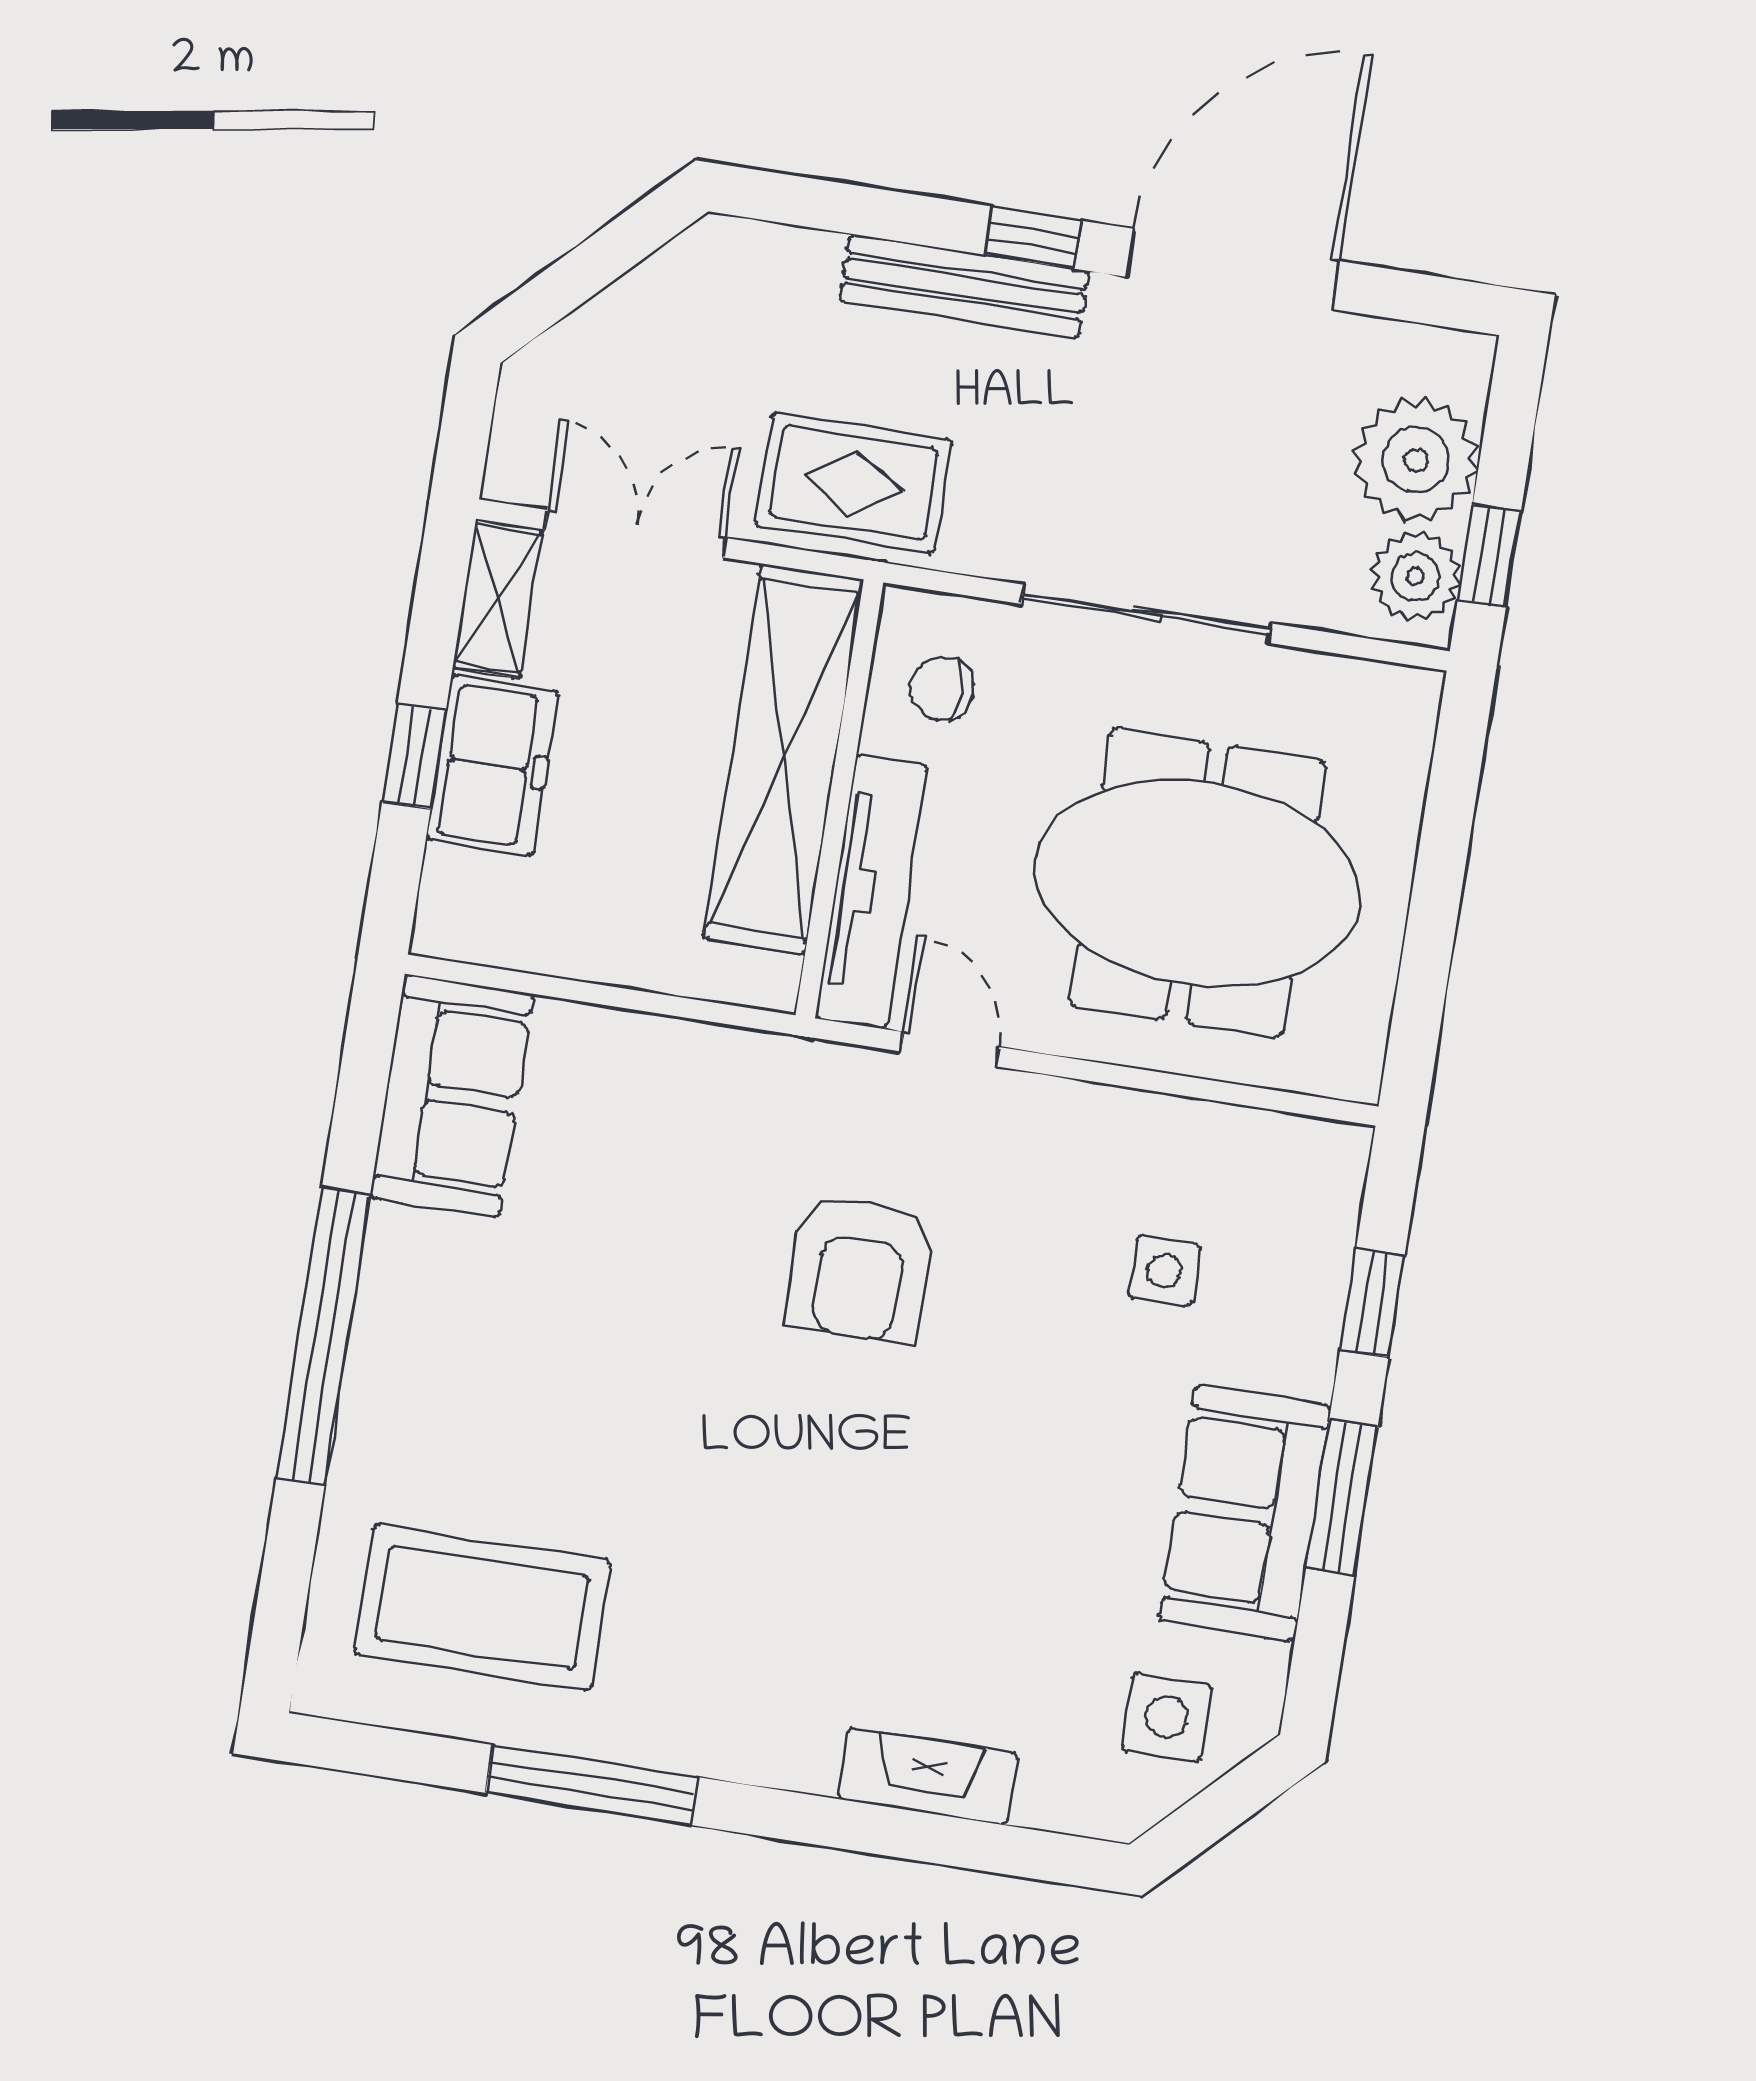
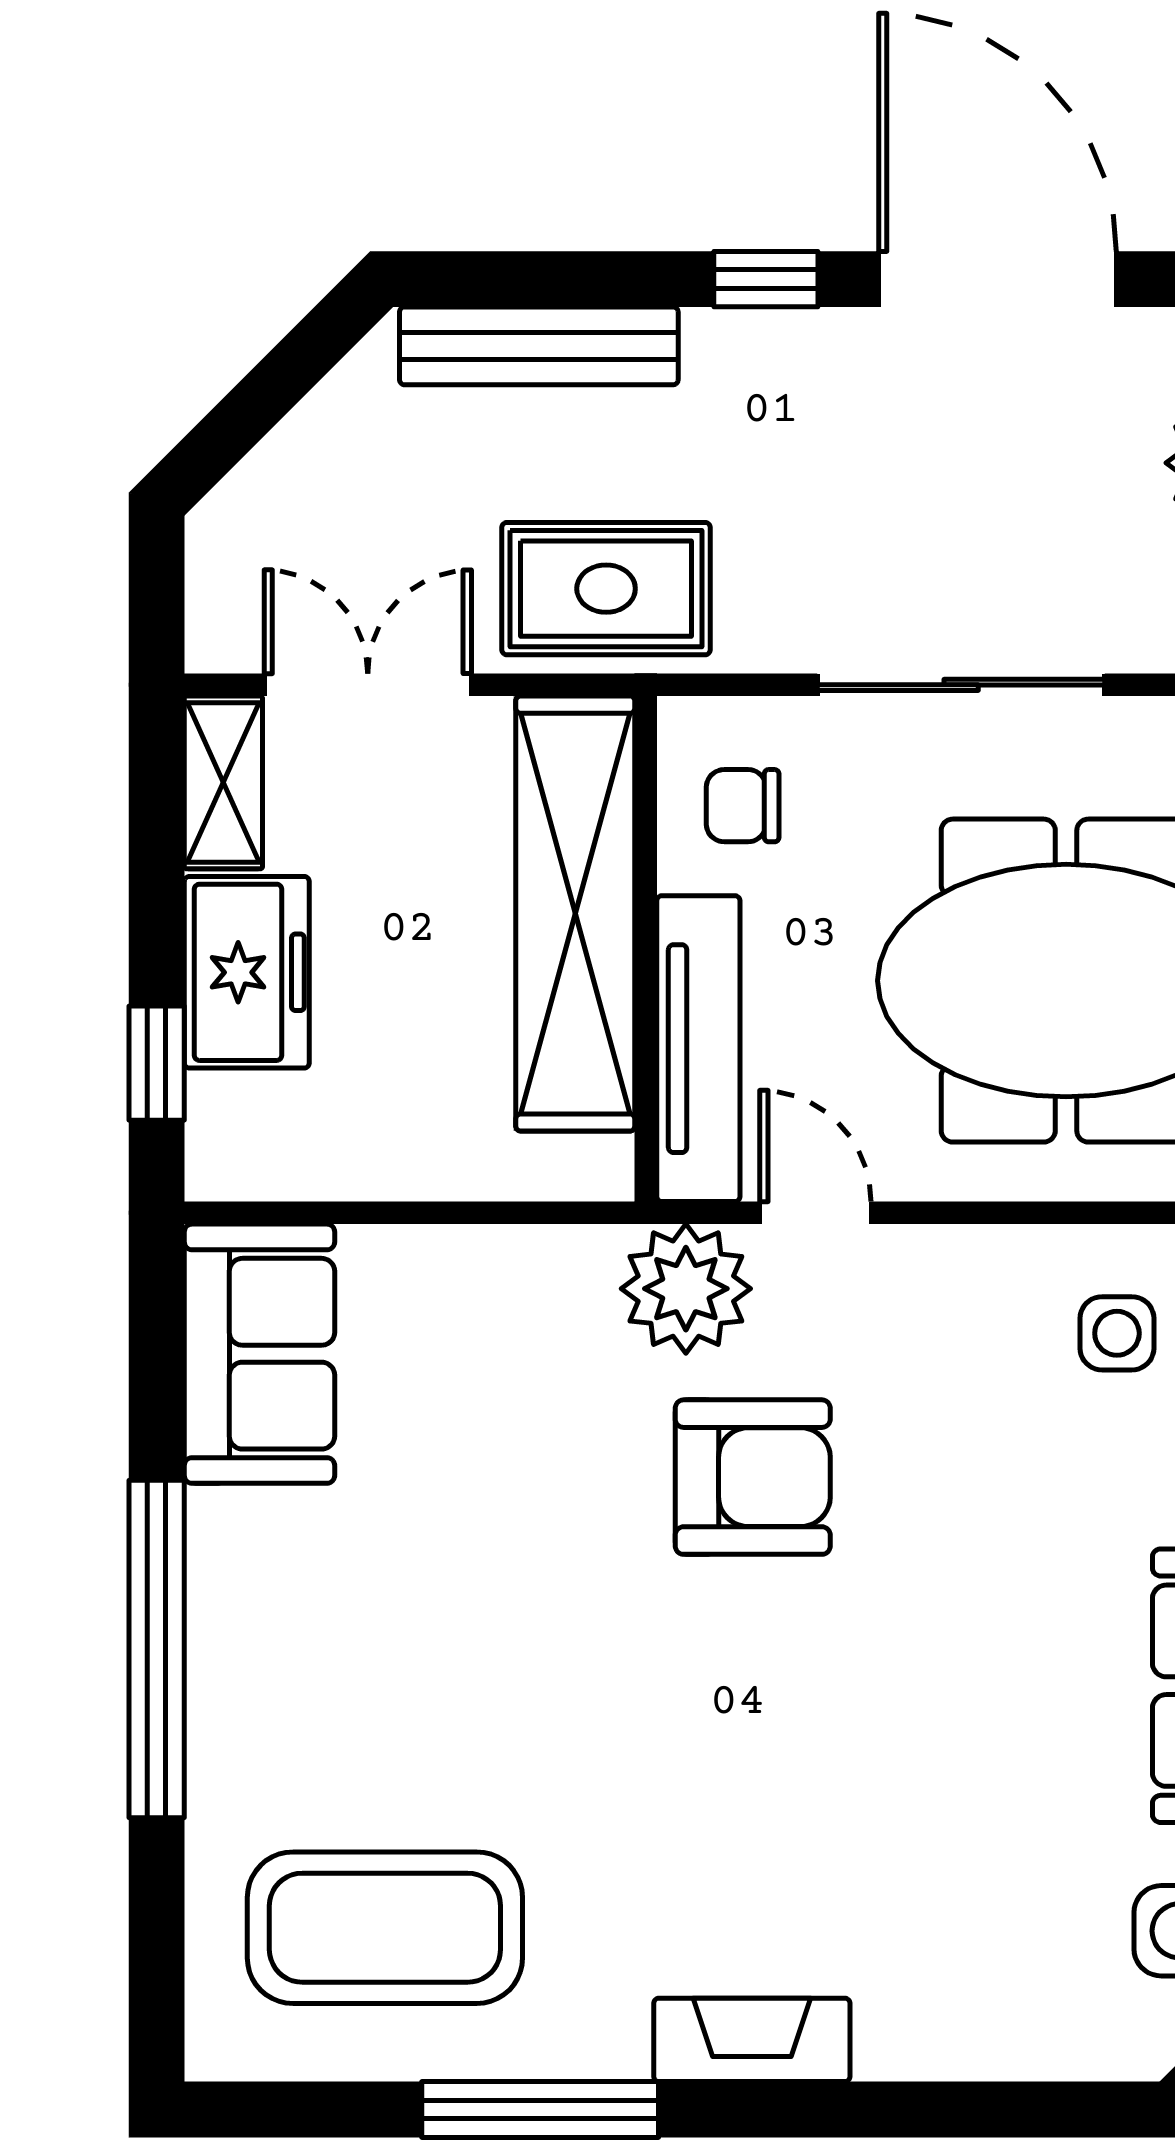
door: (1233, 269) -> (997, 279), hinge flipped
bench: (964, 286) -> (539, 346), moved
window: (414, 756) -> (157, 1063), moved
plant: (828, 1097) -> (686, 1289), added
armchair: (860, 1269) -> (753, 1477), turned -90
side table: (1164, 1271) -> (1117, 1333), moved
fireplace: (928, 1776) -> (752, 2040), moved

